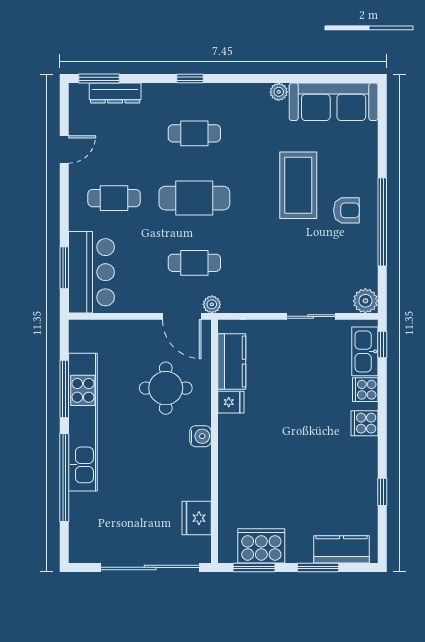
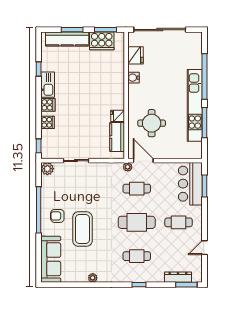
sofa: (334, 102) -> (51, 259), moved, turned 90
kitchen sink: (365, 351) -> (48, 85), moved
water cooler: (201, 436) -> (133, 78), moved
kitchen counter: (341, 549) -> (67, 39), width x1.50

